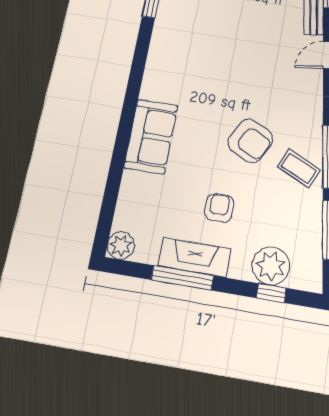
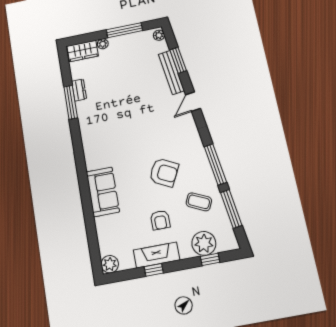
coffee table: (299, 168) -> (199, 202), moved
armchair: (219, 208) -> (160, 220), turned 180
window: (182, 278) -> (154, 270), width x0.46

